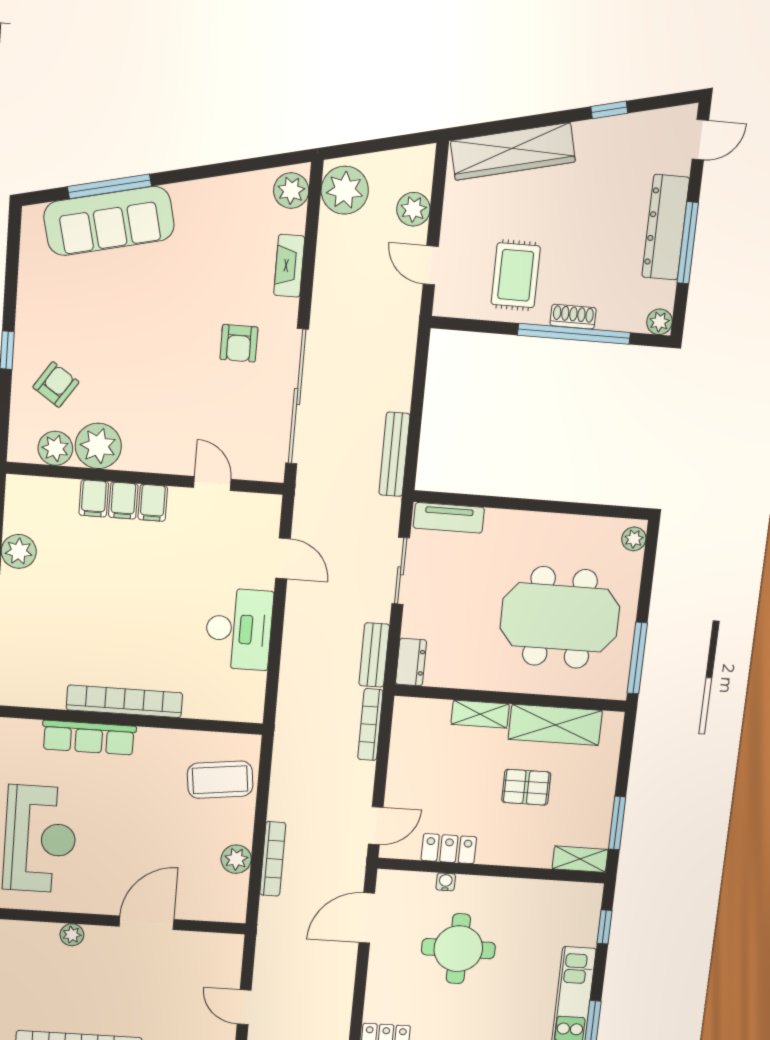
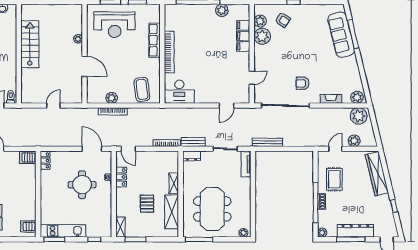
rug: (516, 275) -> (334, 179), turned 90
filing cabinet: (153, 503) -> (243, 25), moved
desk: (239, 629) -> (179, 92), moved

